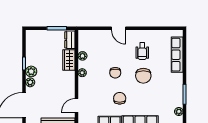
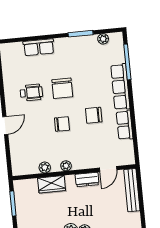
dresser: (70, 40) -> (87, 179), moved
row of seats: (177, 55) -> (39, 47), width x0.68
chair: (143, 76) -> (62, 88), turned 90
door: (77, 105) -> (108, 169), hinge flipped

